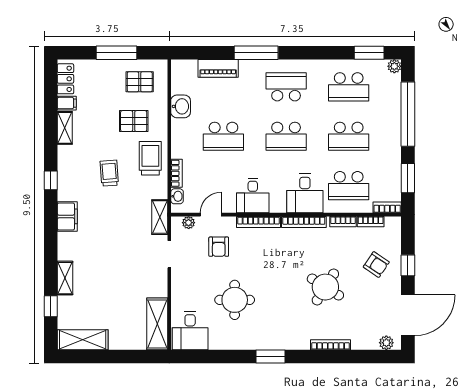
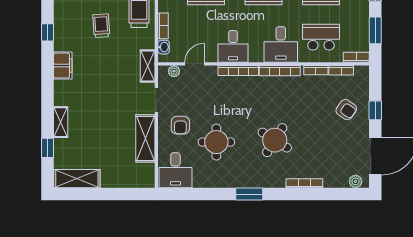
school desk: (349, 186) -> (321, 37), turned 180
armchair: (219, 247) -> (180, 125), moved
round table: (325, 287) -> (275, 140), moved
shelving: (157, 324) -> (145, 138), moved

